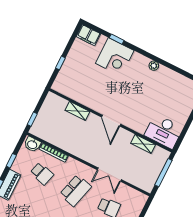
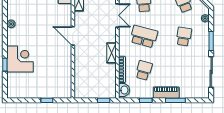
filing cabinet: (88, 35) -> (13, 89), removed
shelving: (77, 111) -> (111, 53), moved
door: (111, 121) -> (73, 36), swing flipped

